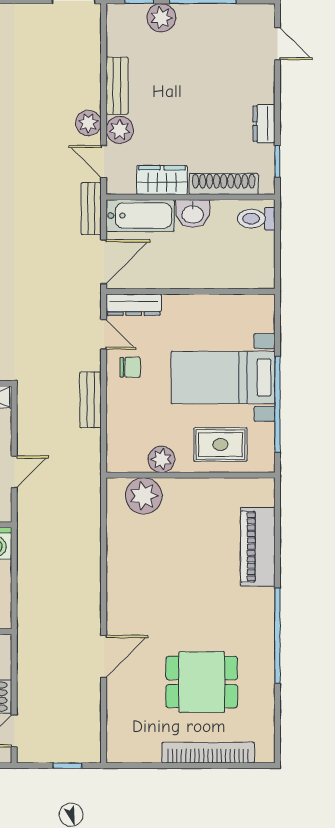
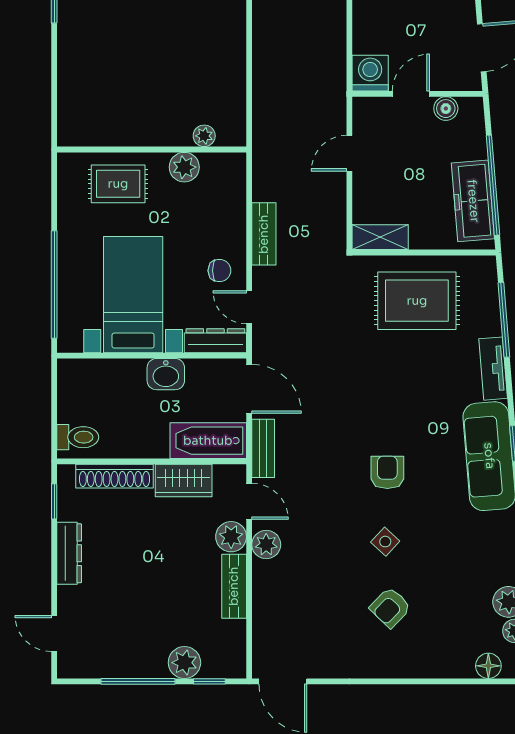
dresser: (264, 124) -> (69, 553), width x1.44
washbasin: (193, 214) -> (166, 374), moved, turned 180
door: (104, 262) -> (249, 389), swing flipped
chair: (130, 367) -> (219, 271), turned 180
bed with nightstands: (223, 377) -> (133, 295), moved, turned -90
window: (277, 404) -> (54, 284), moved
plant: (144, 496) -> (204, 136), width x0.53, depth x0.53
piano: (258, 547) -> (76, 69), removed

